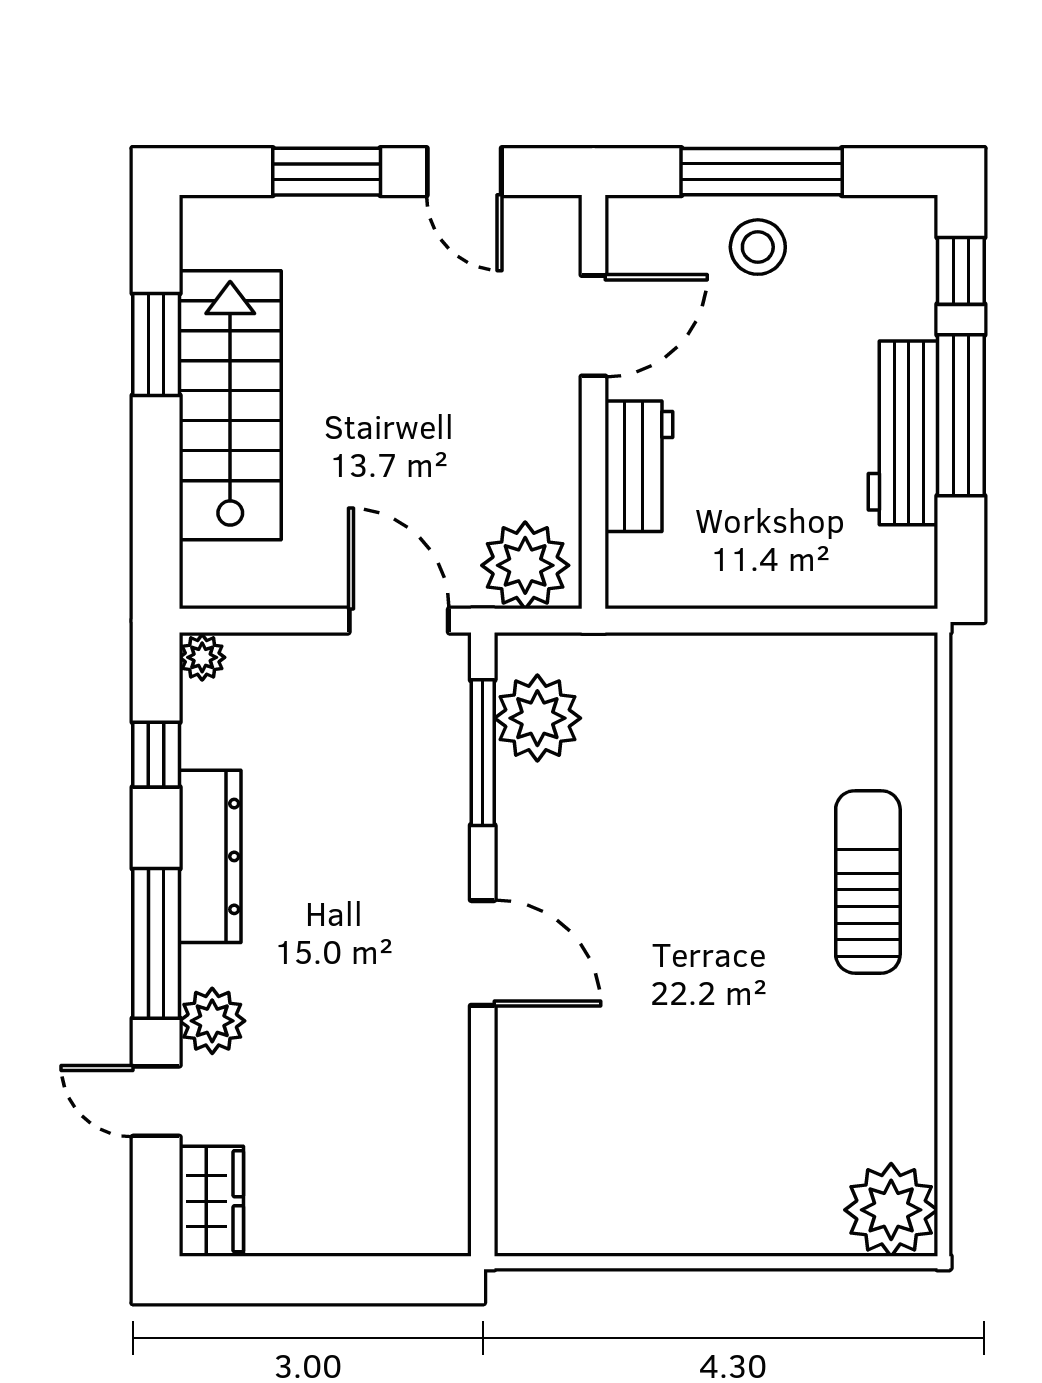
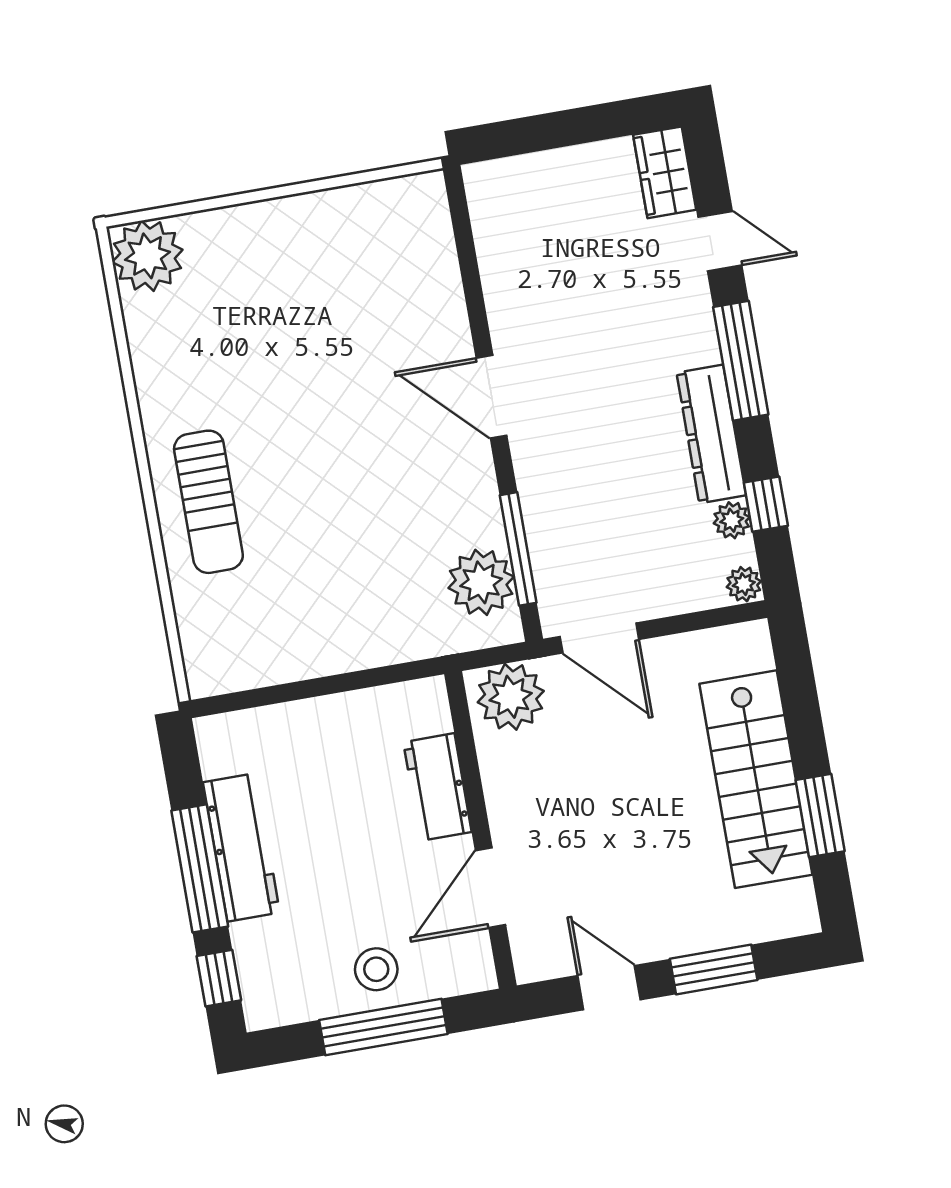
plant: (212, 1021) -> (732, 520), moved, width x0.73, depth x0.73

